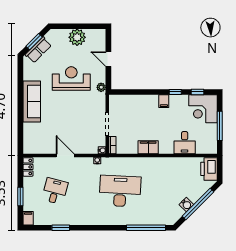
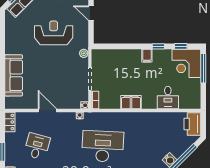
plant: (101, 87) -> (84, 53), moved
sofa: (32, 101) -> (14, 75), moved
window: (220, 126) -> (203, 68), moved

